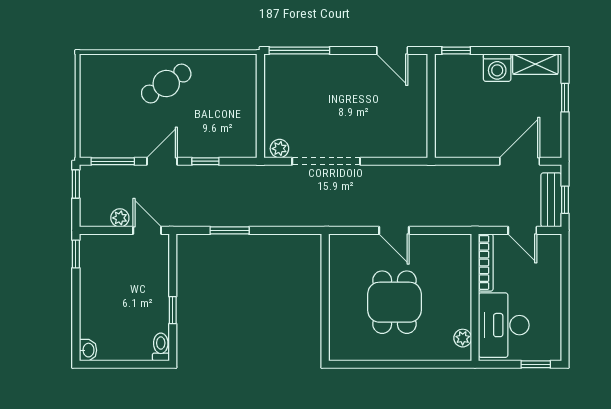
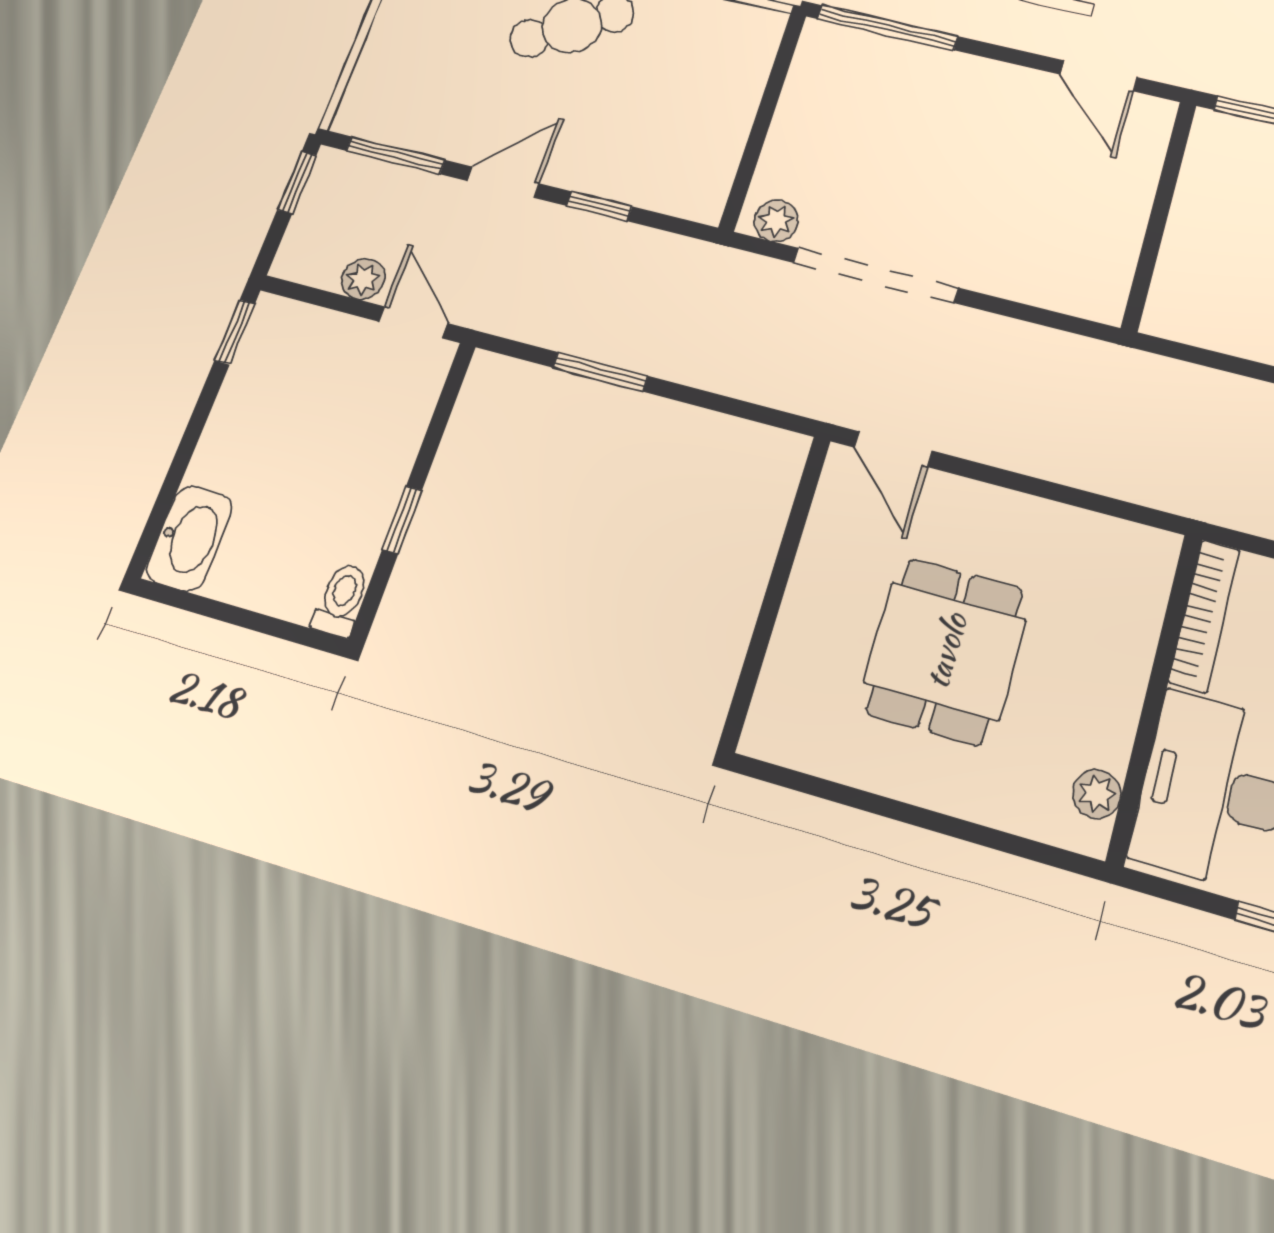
door: (394, 230) -> (893, 449), moved
washbasin: (88, 350) -> (189, 538), width x1.91, depth x1.45

